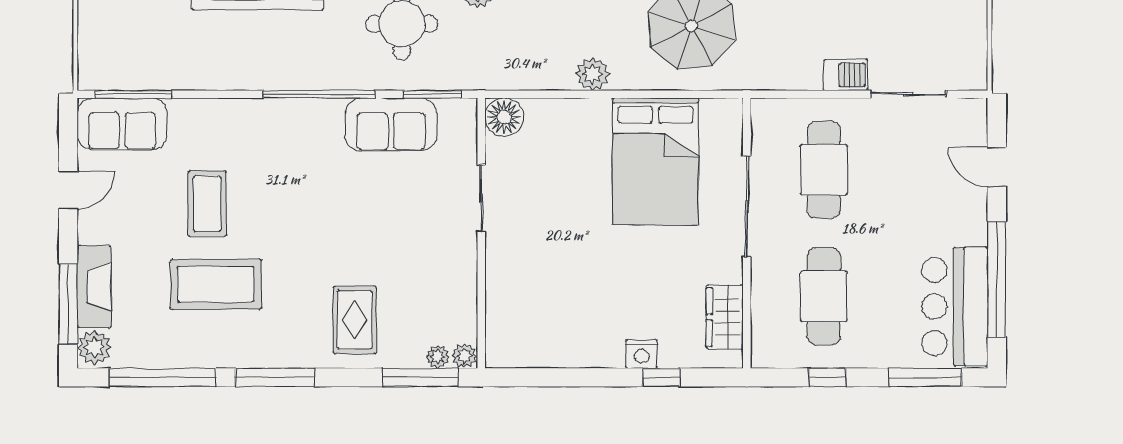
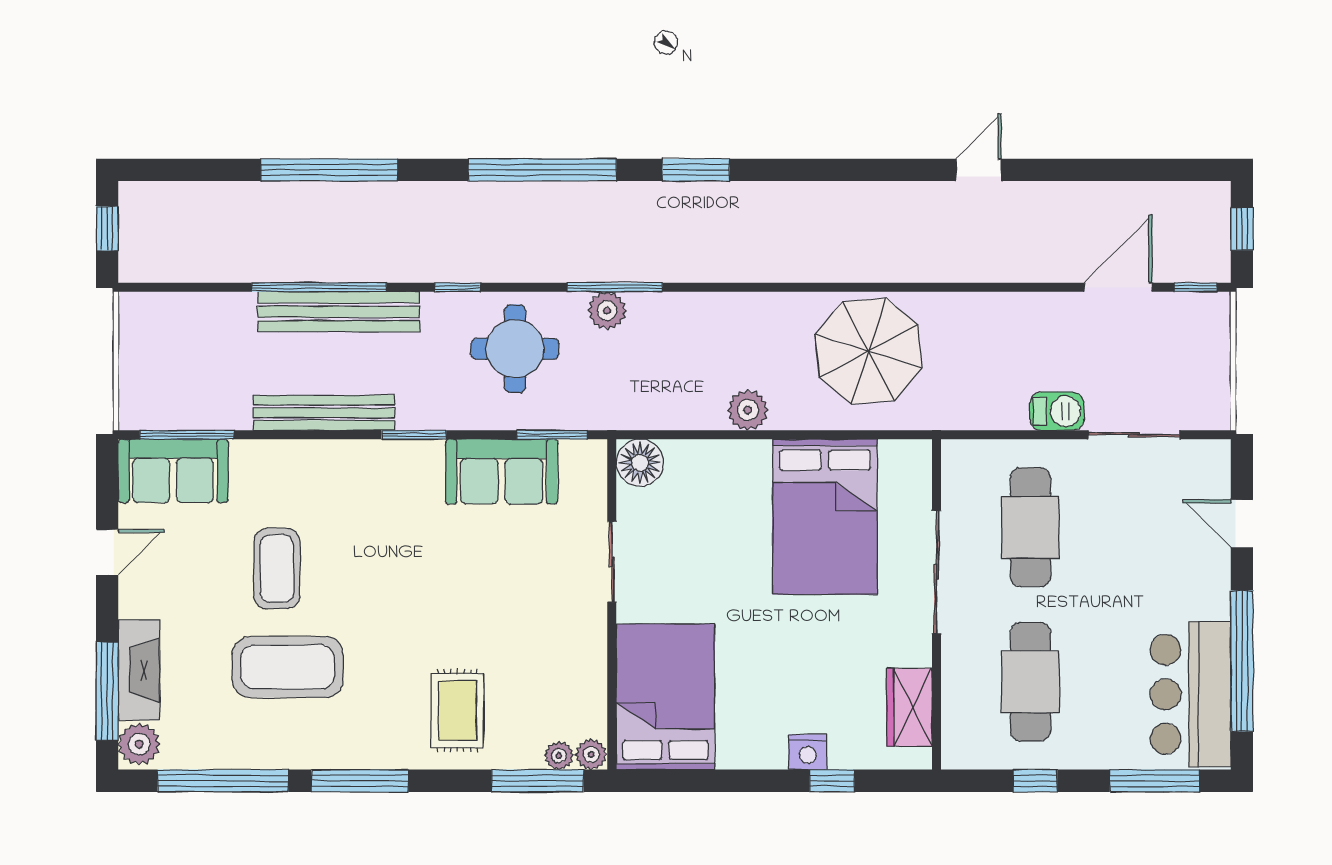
bench: (246, 76) -> (324, 413), added
window: (319, 94) -> (414, 435), width x0.47
bed: (525, 309) -> (665, 697), added

